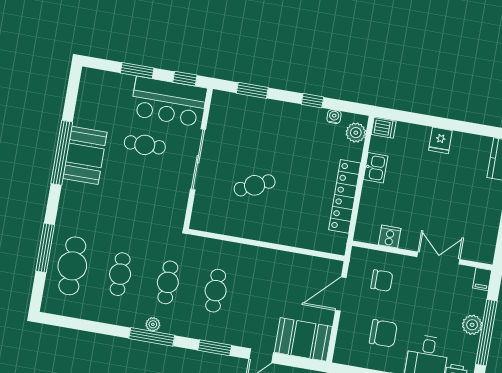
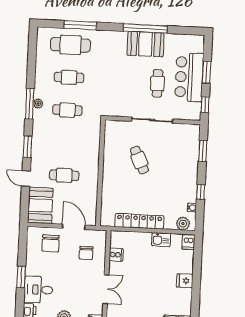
bar counter: (169, 102) -> (189, 77), moved
cafe table: (216, 291) -> (64, 175), moved
chair: (383, 333) -> (51, 243), moved

